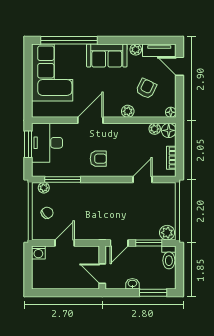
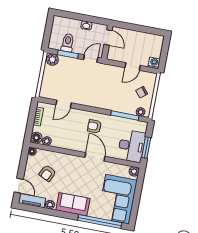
plant: (128, 111) -> (134, 171), moved
door: (90, 120) -> (95, 157), swing flipped
toilet: (169, 257) -> (68, 43), moved
window: (153, 293) -> (72, 15), removed

